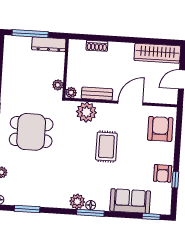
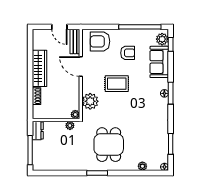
dresser: (49, 44) -> (38, 131), width x0.70
wardrobe: (157, 53) -> (40, 68), moved
bench: (97, 94) -> (75, 41), moved
armchair: (163, 173) -> (128, 53), moved
window: (175, 180) -> (140, 27), width x3.17
plant: (77, 202) -> (162, 39), moved

